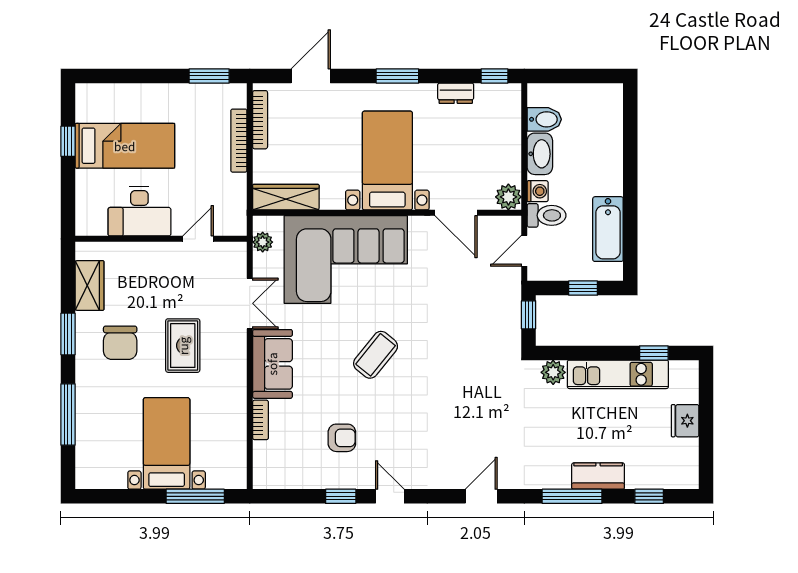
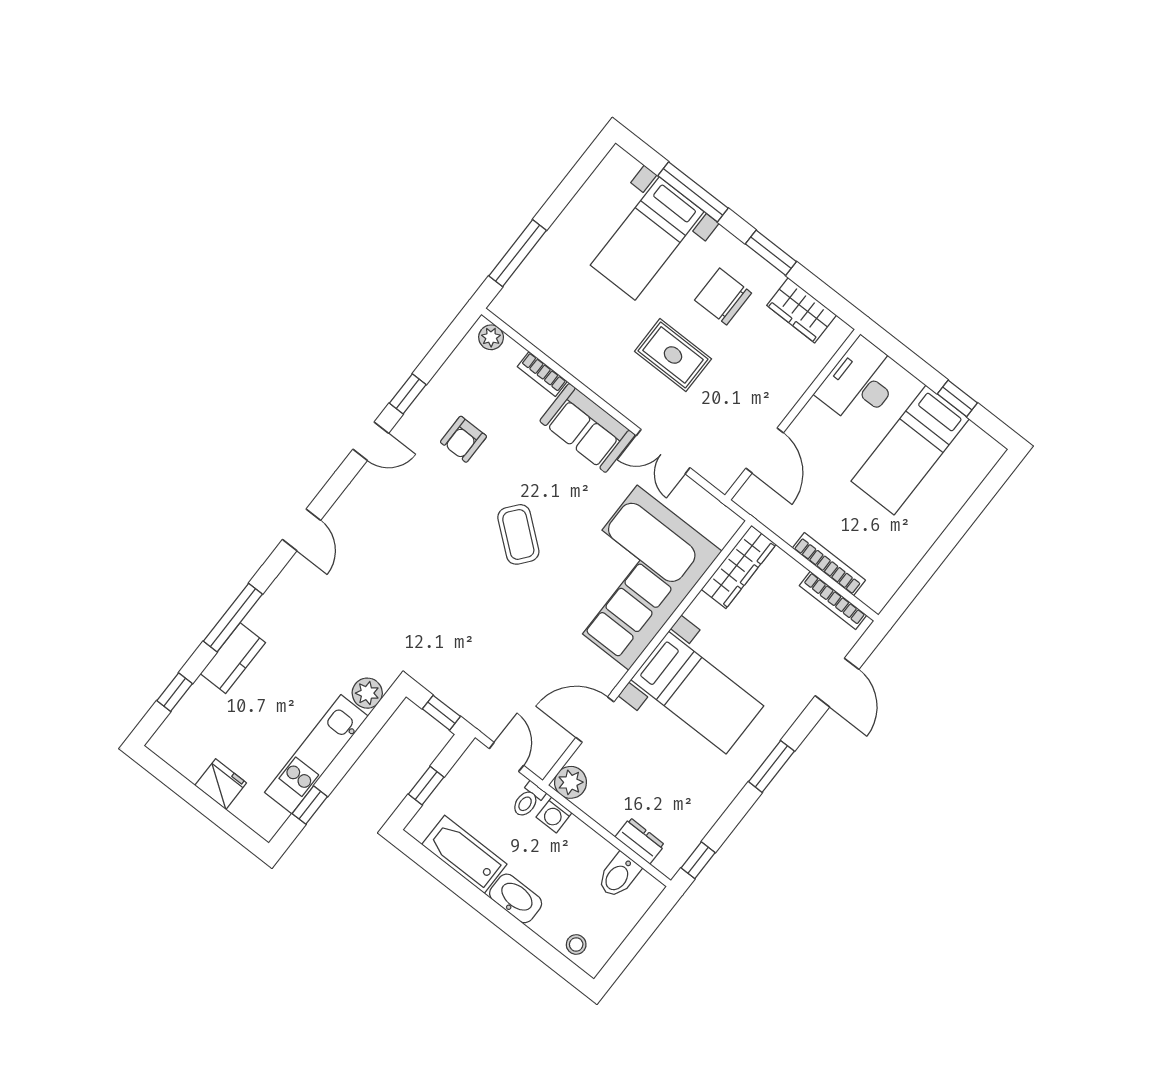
window: (209, 76) -> (914, 584), removed
dresser: (456, 93) -> (640, 841), moved, turned 90
stool: (610, 112) -> (576, 945), added
washbasin: (540, 154) -> (516, 898), moved, turned 180
desk: (139, 211) -> (860, 383), moved
toilet: (547, 215) -> (528, 800), width x0.73, depth x0.72
door: (198, 239) -> (765, 451), width x1.38
plant: (263, 242) -> (491, 337), moved
bed with nightstands: (167, 443) -> (647, 238), moved, turned 90

